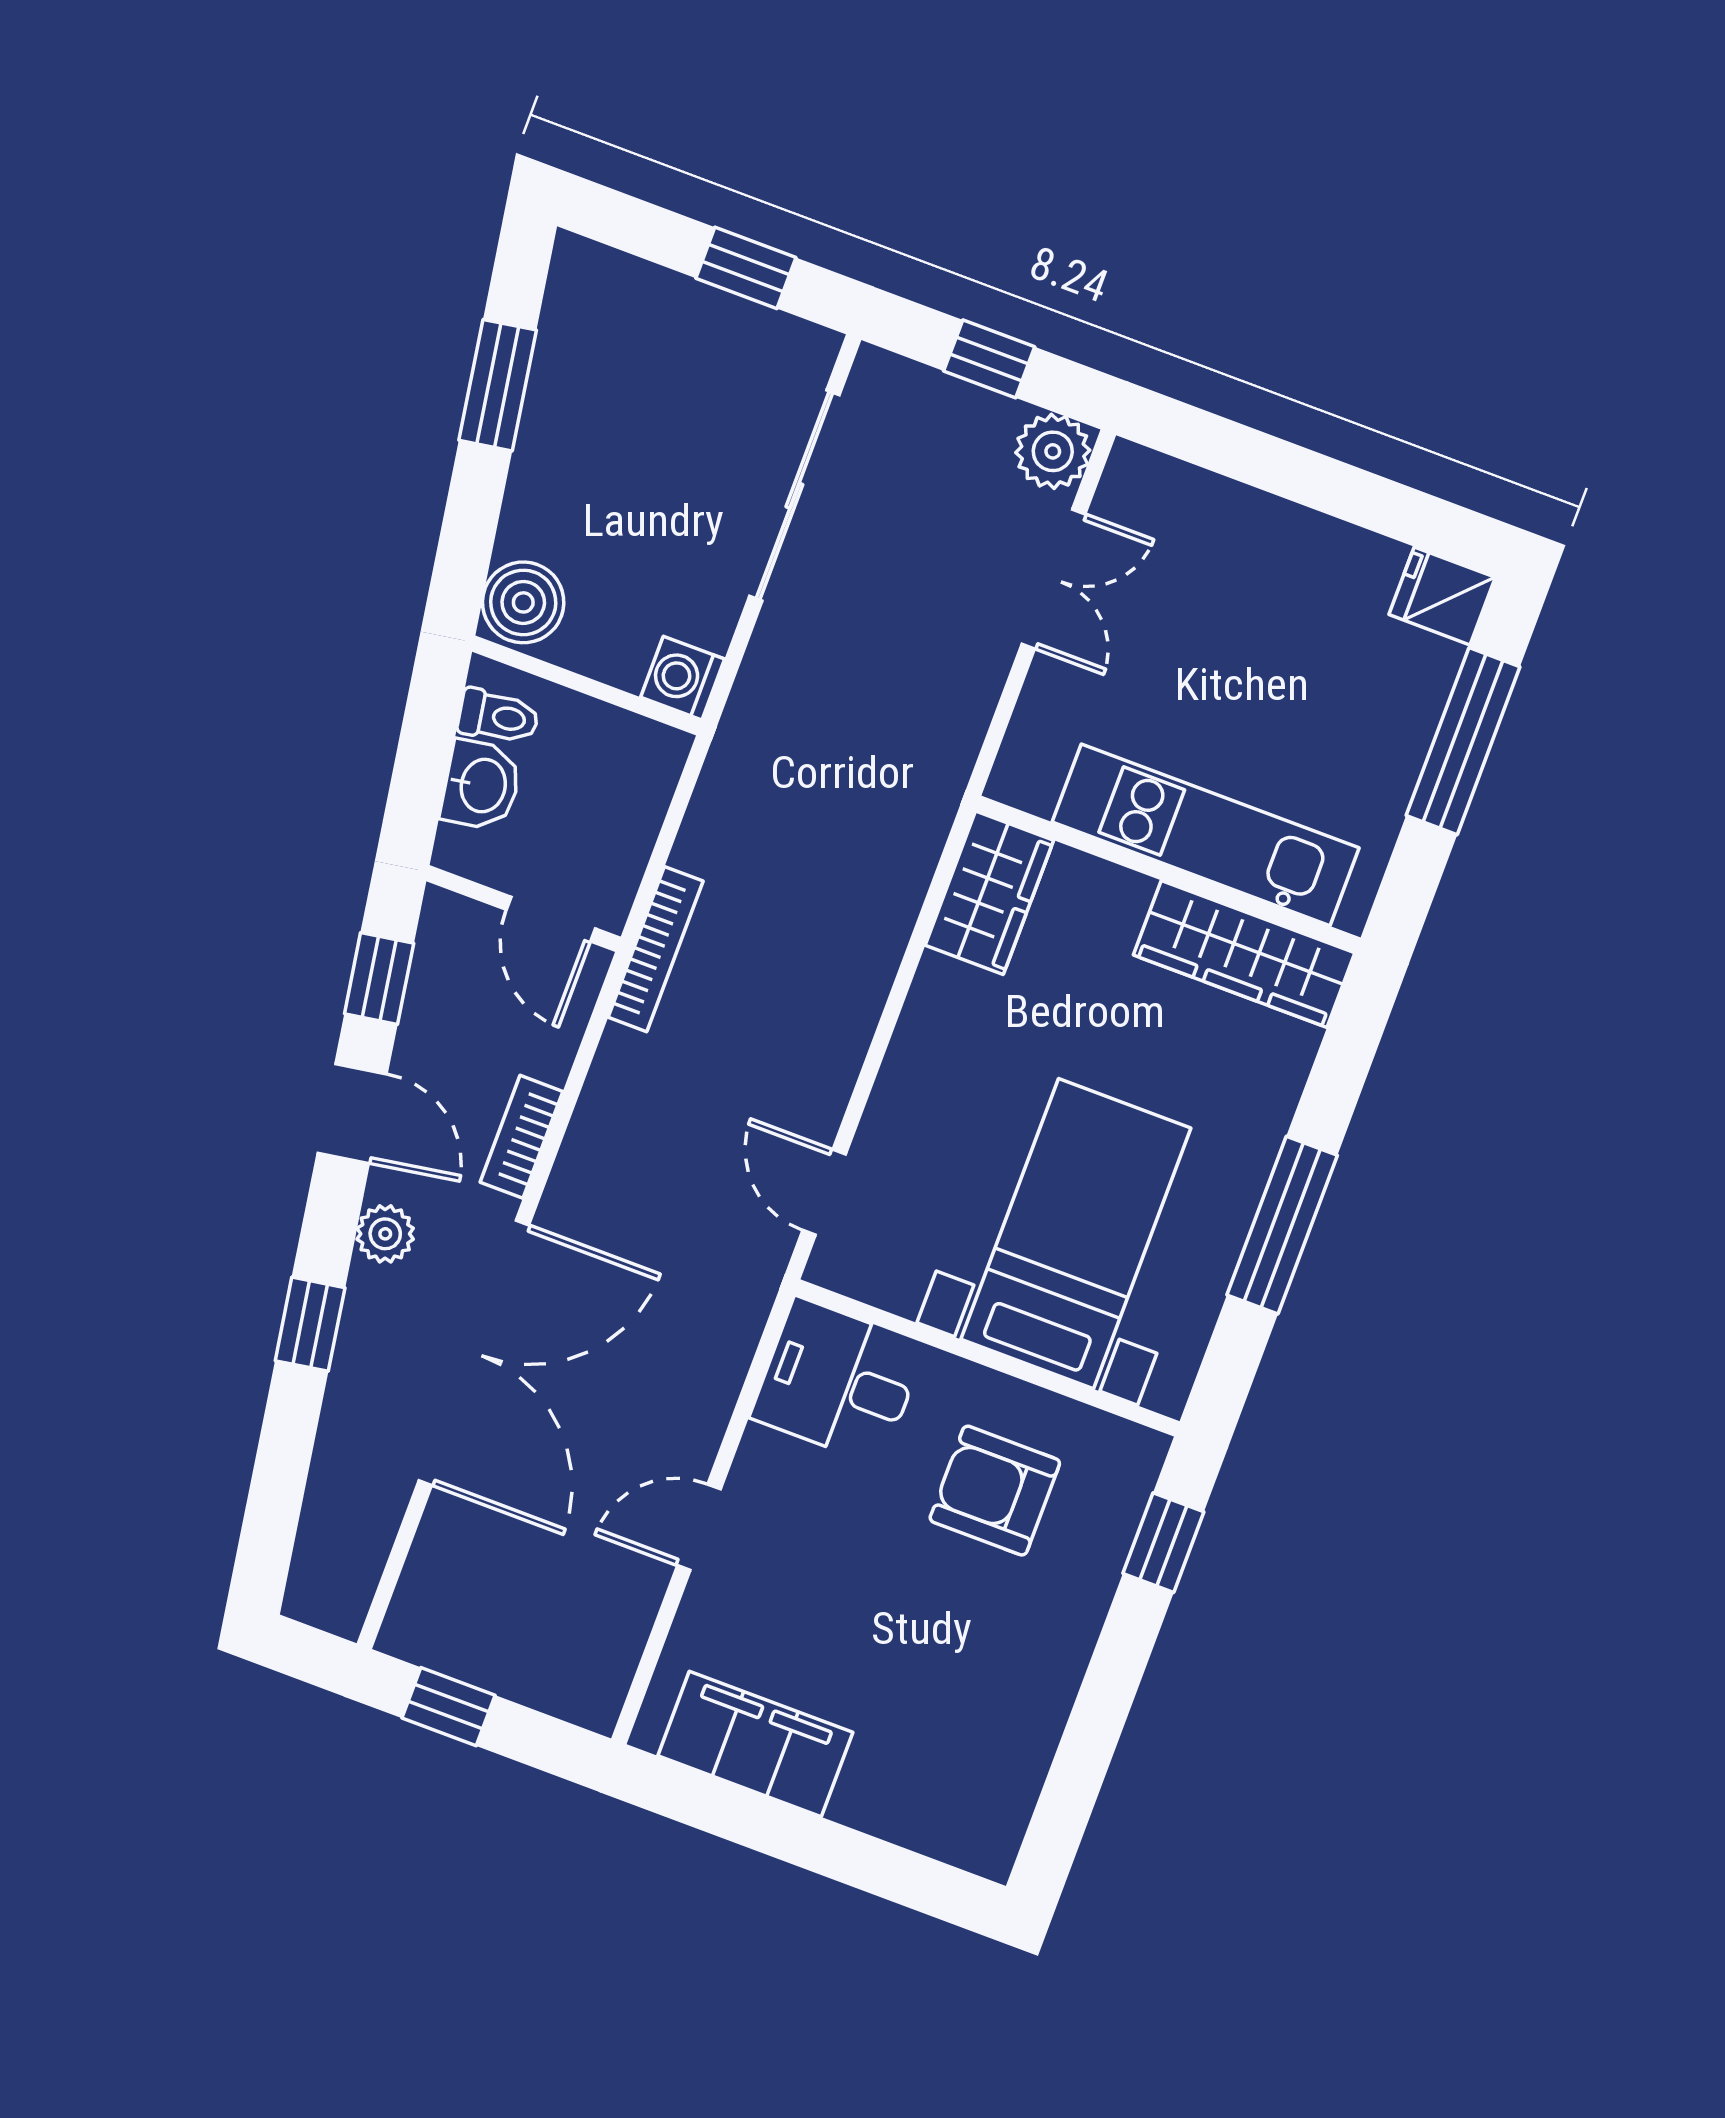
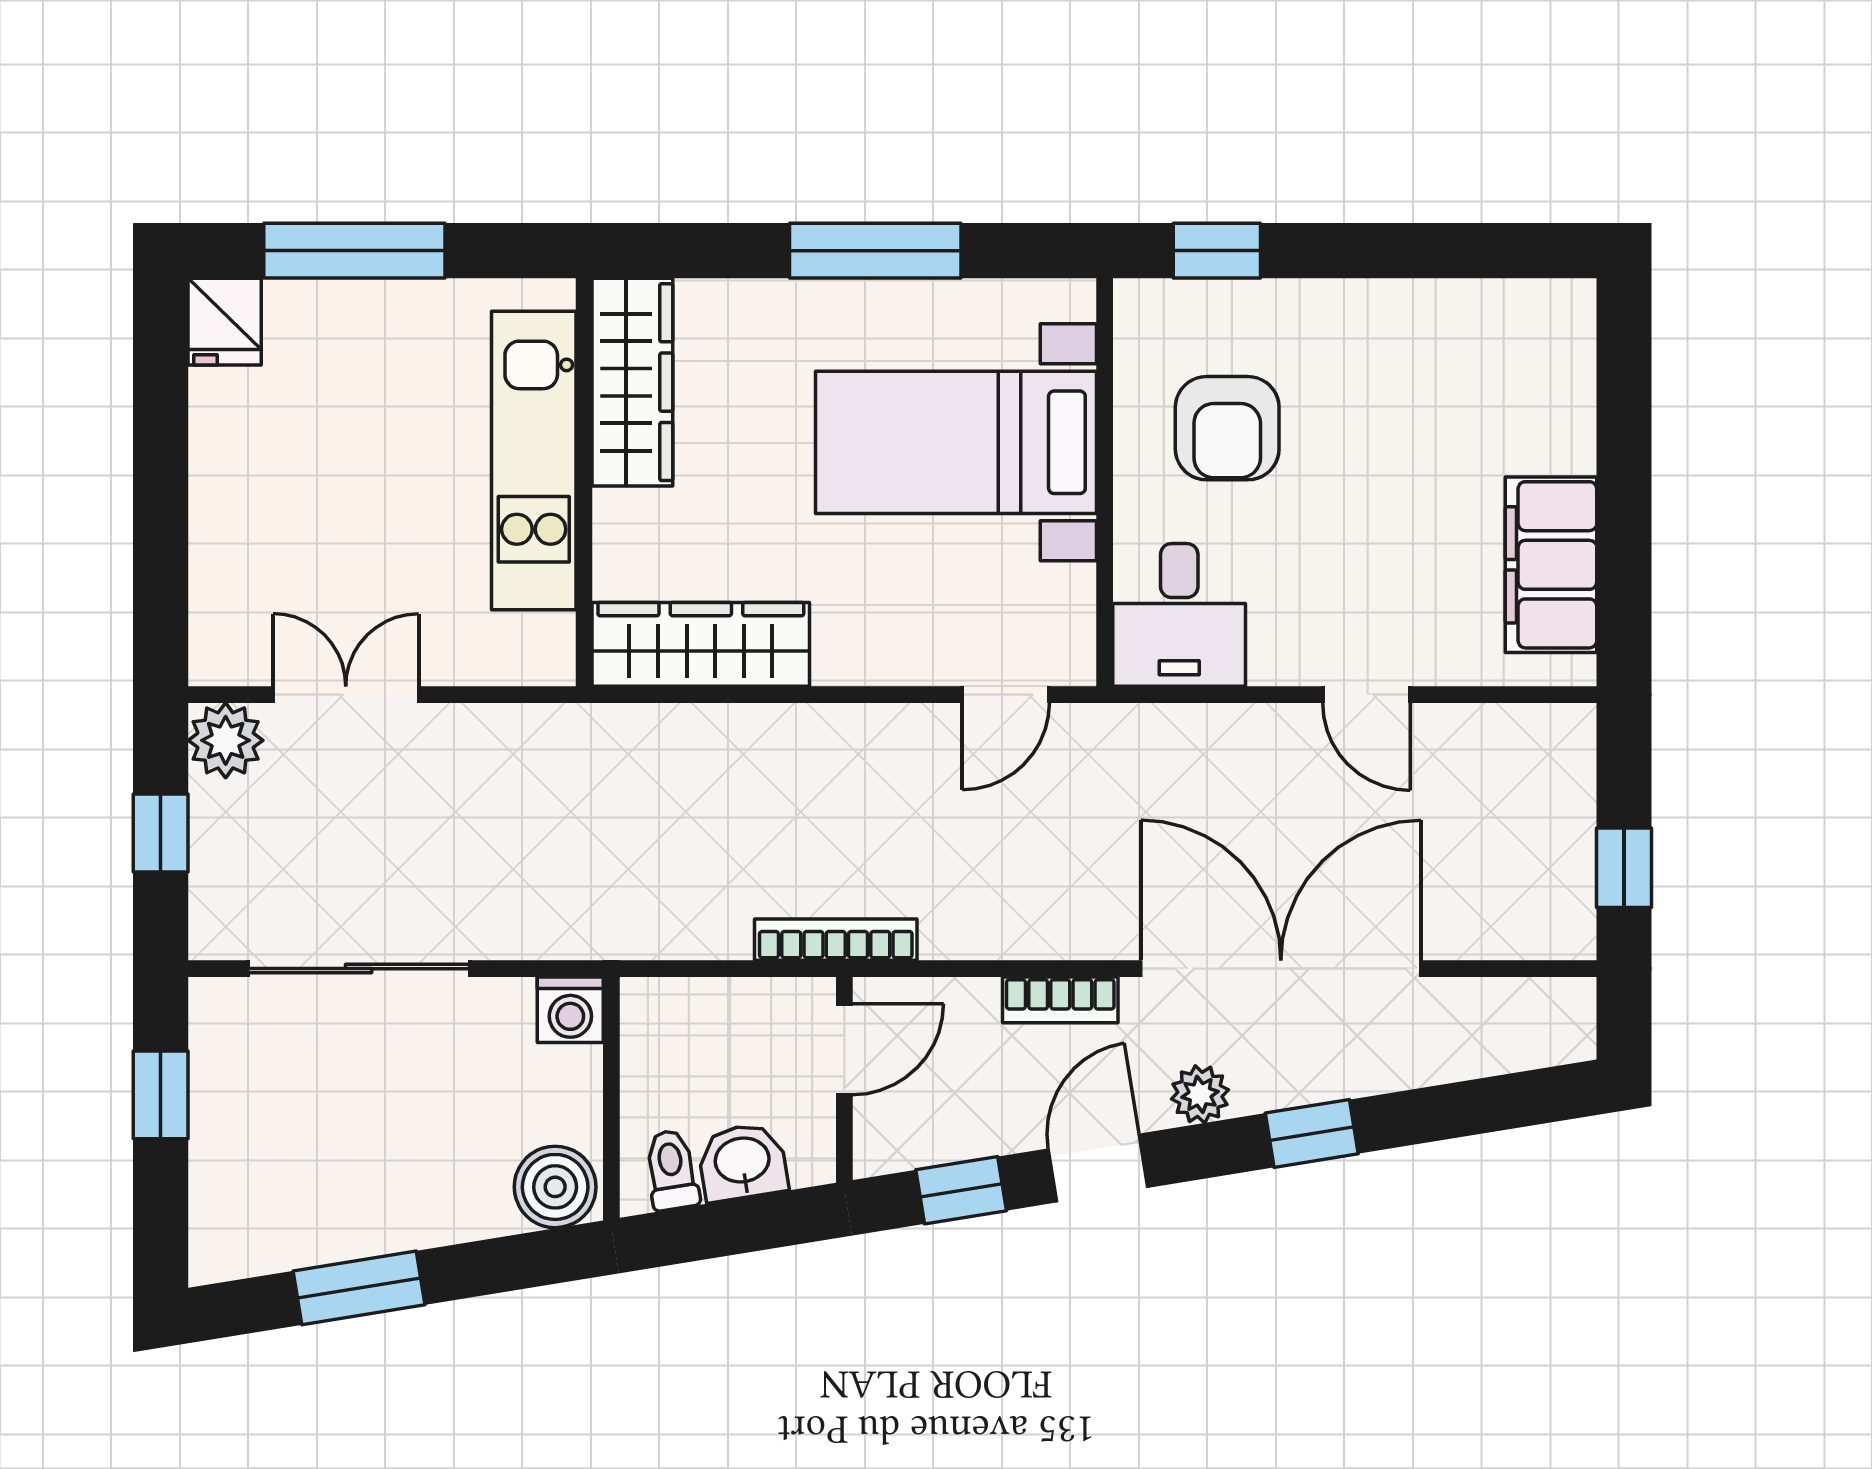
wardrobe: (989, 893) -> (701, 644), width x1.50

